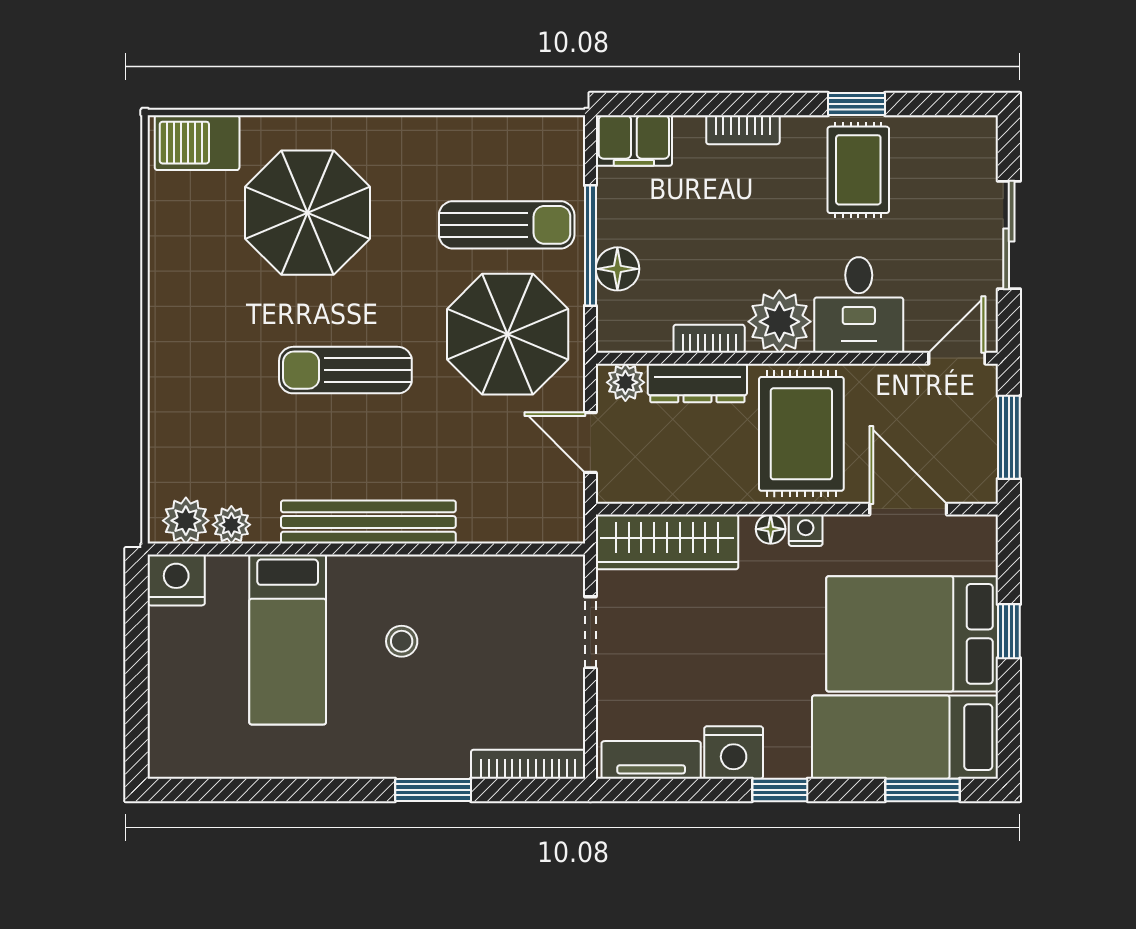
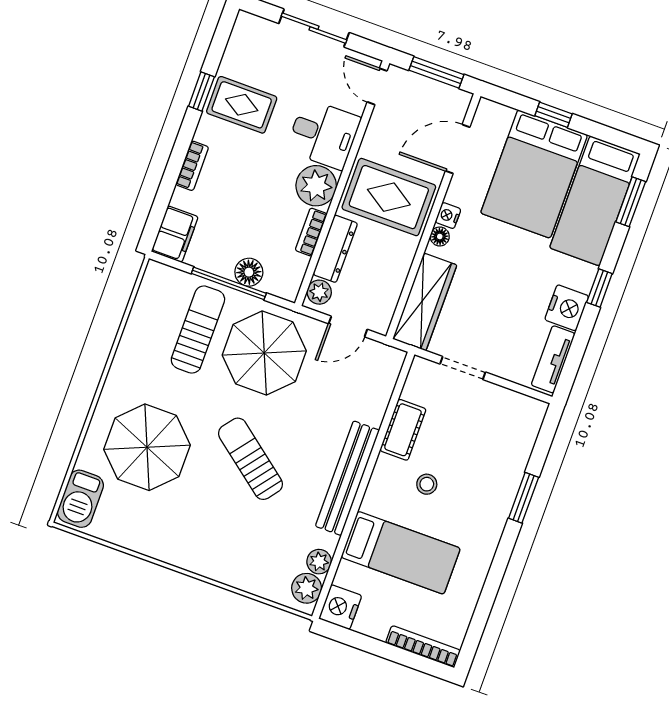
sun lounger: (345, 370) -> (250, 459), turned 128
cot: (469, 578) -> (403, 430), added
bookcase: (528, 764) -> (423, 647), moved, turned 90

